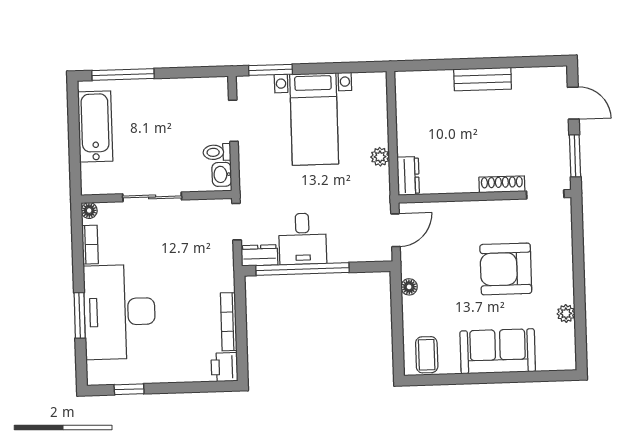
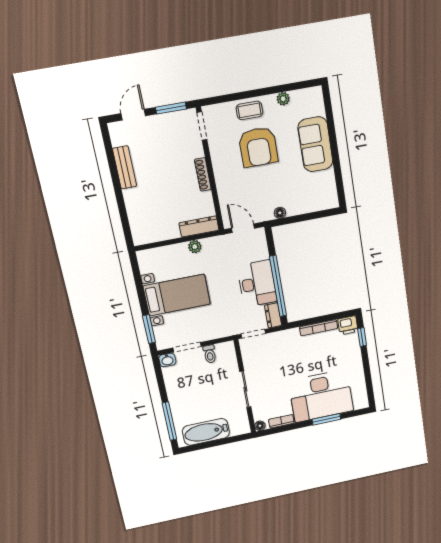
bench: (483, 79) -> (125, 167), moved
washbasin: (222, 174) -> (167, 360), moved
dresser: (408, 176) -> (199, 226), width x1.44
shoe rack: (502, 184) -> (203, 174), moved
desk: (303, 239) -> (257, 284), width x1.37
coffee table: (427, 355) -> (249, 110), moved
window: (129, 389) -> (362, 337), moved

